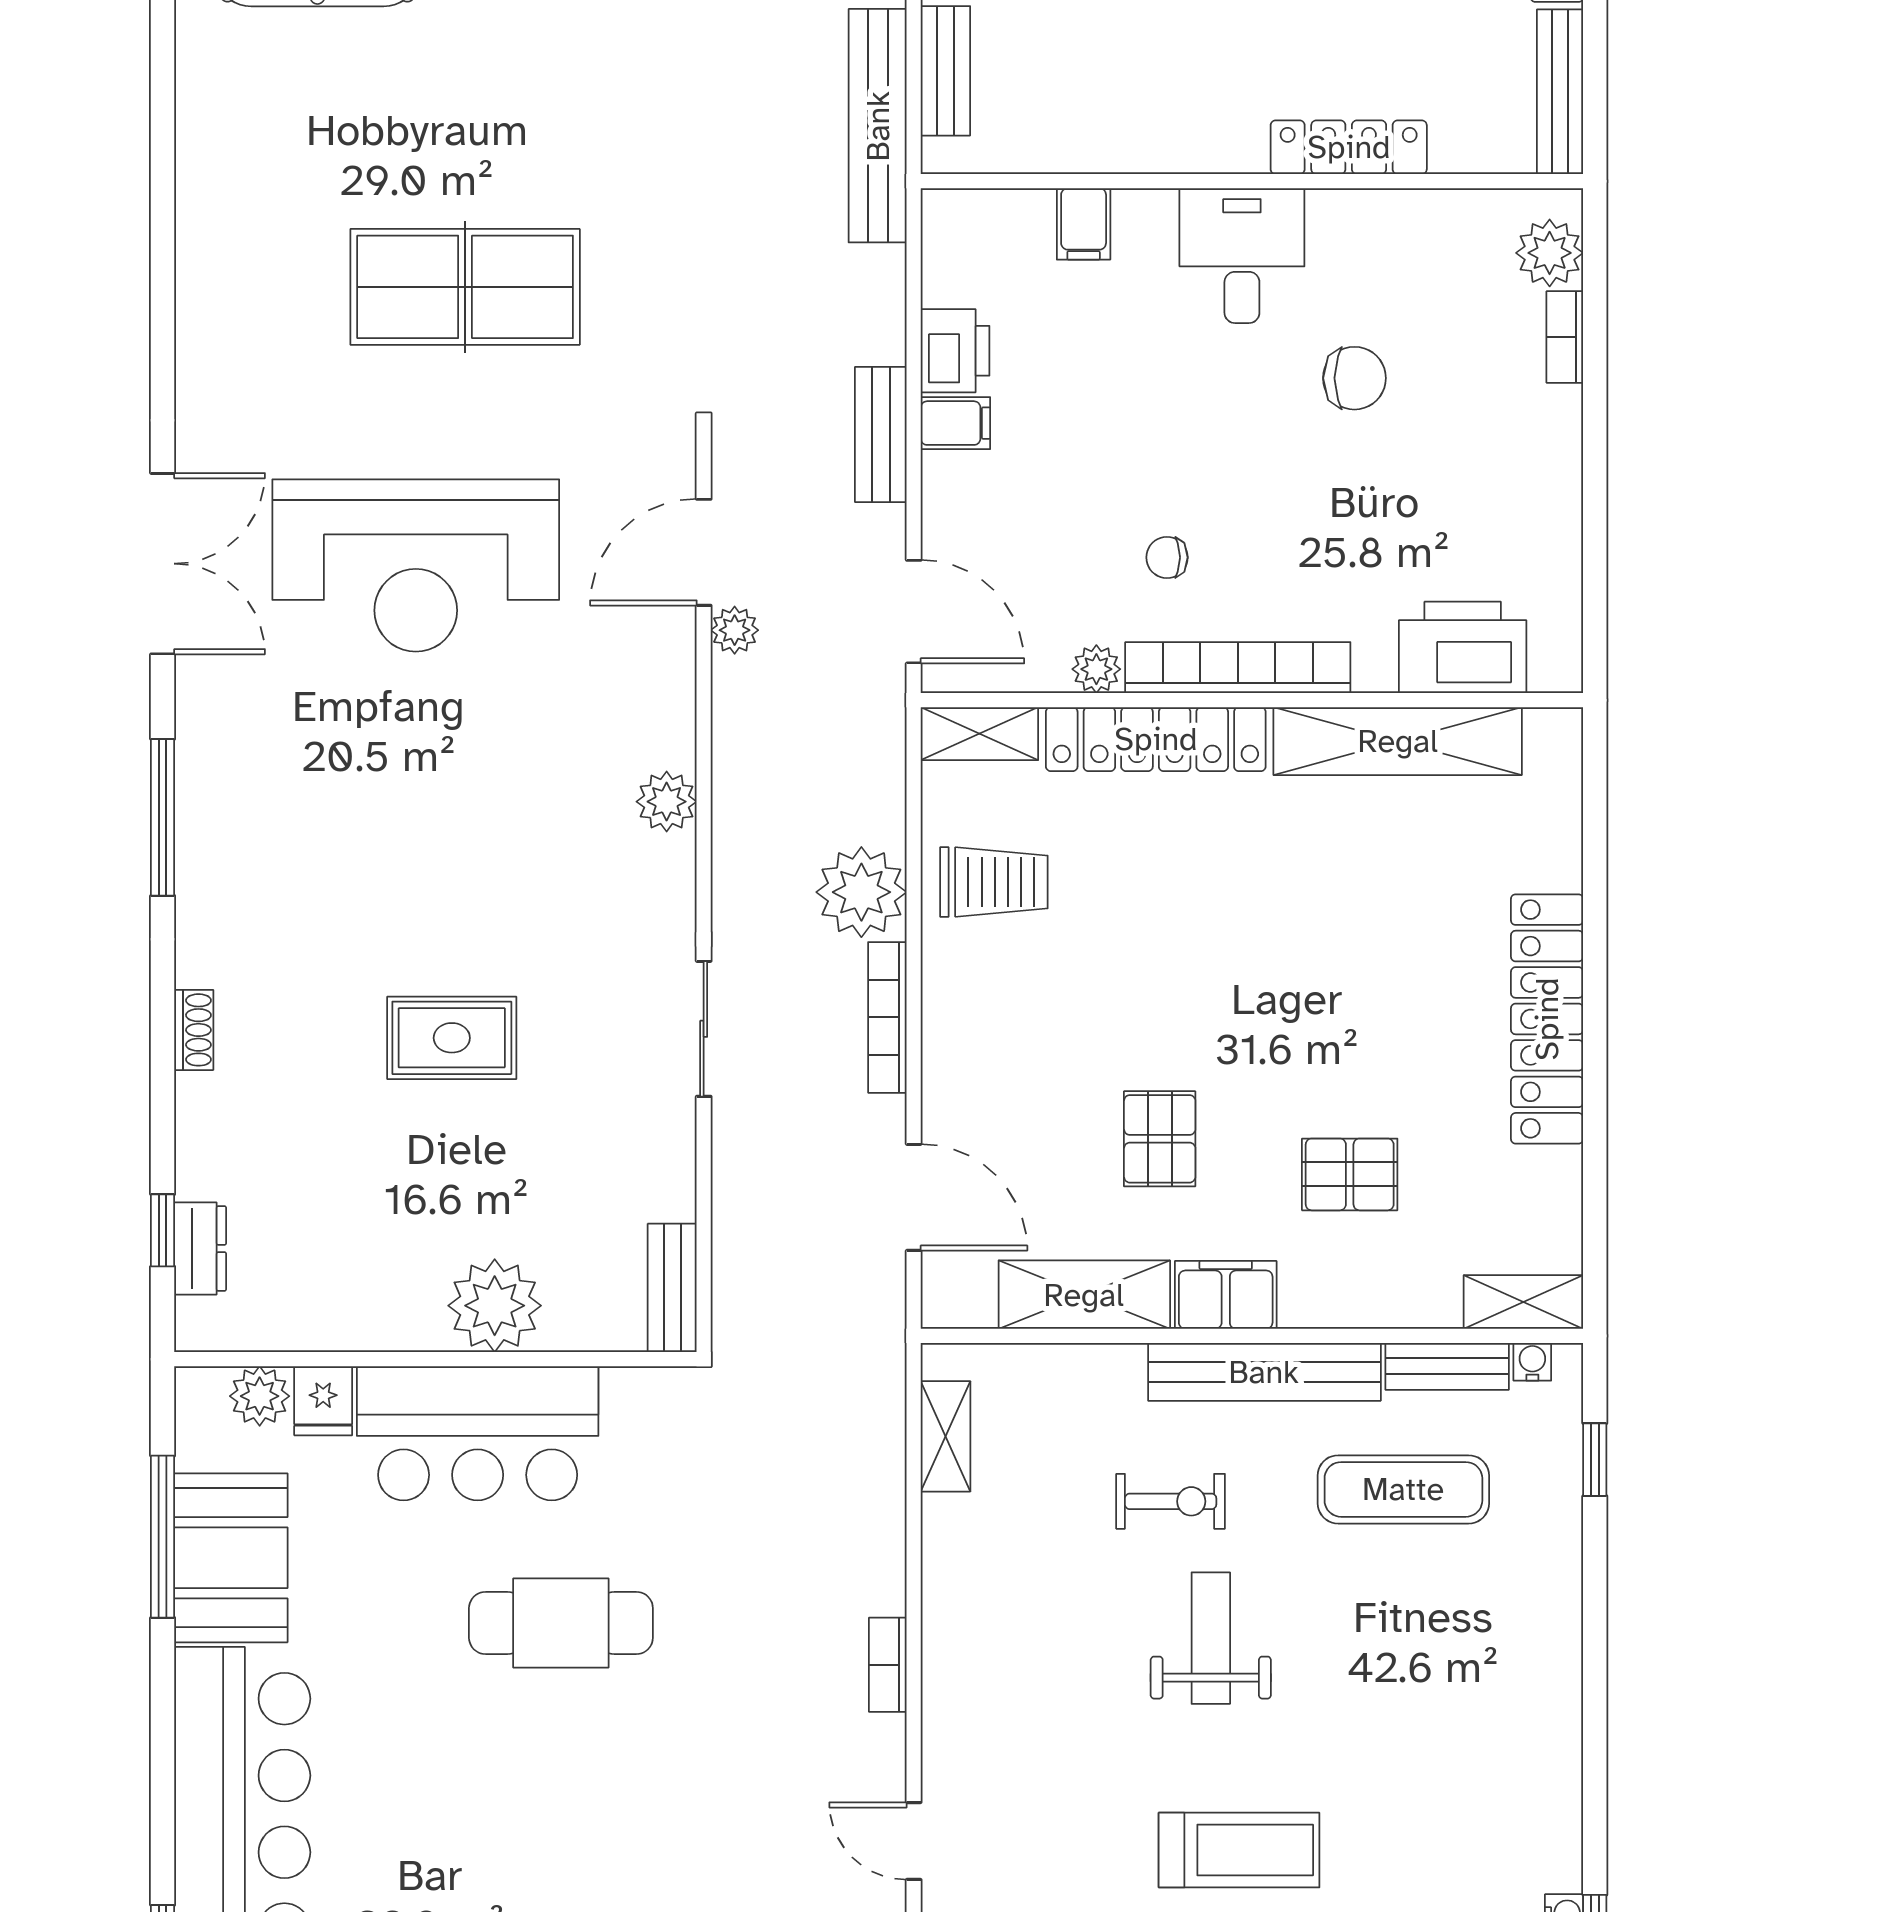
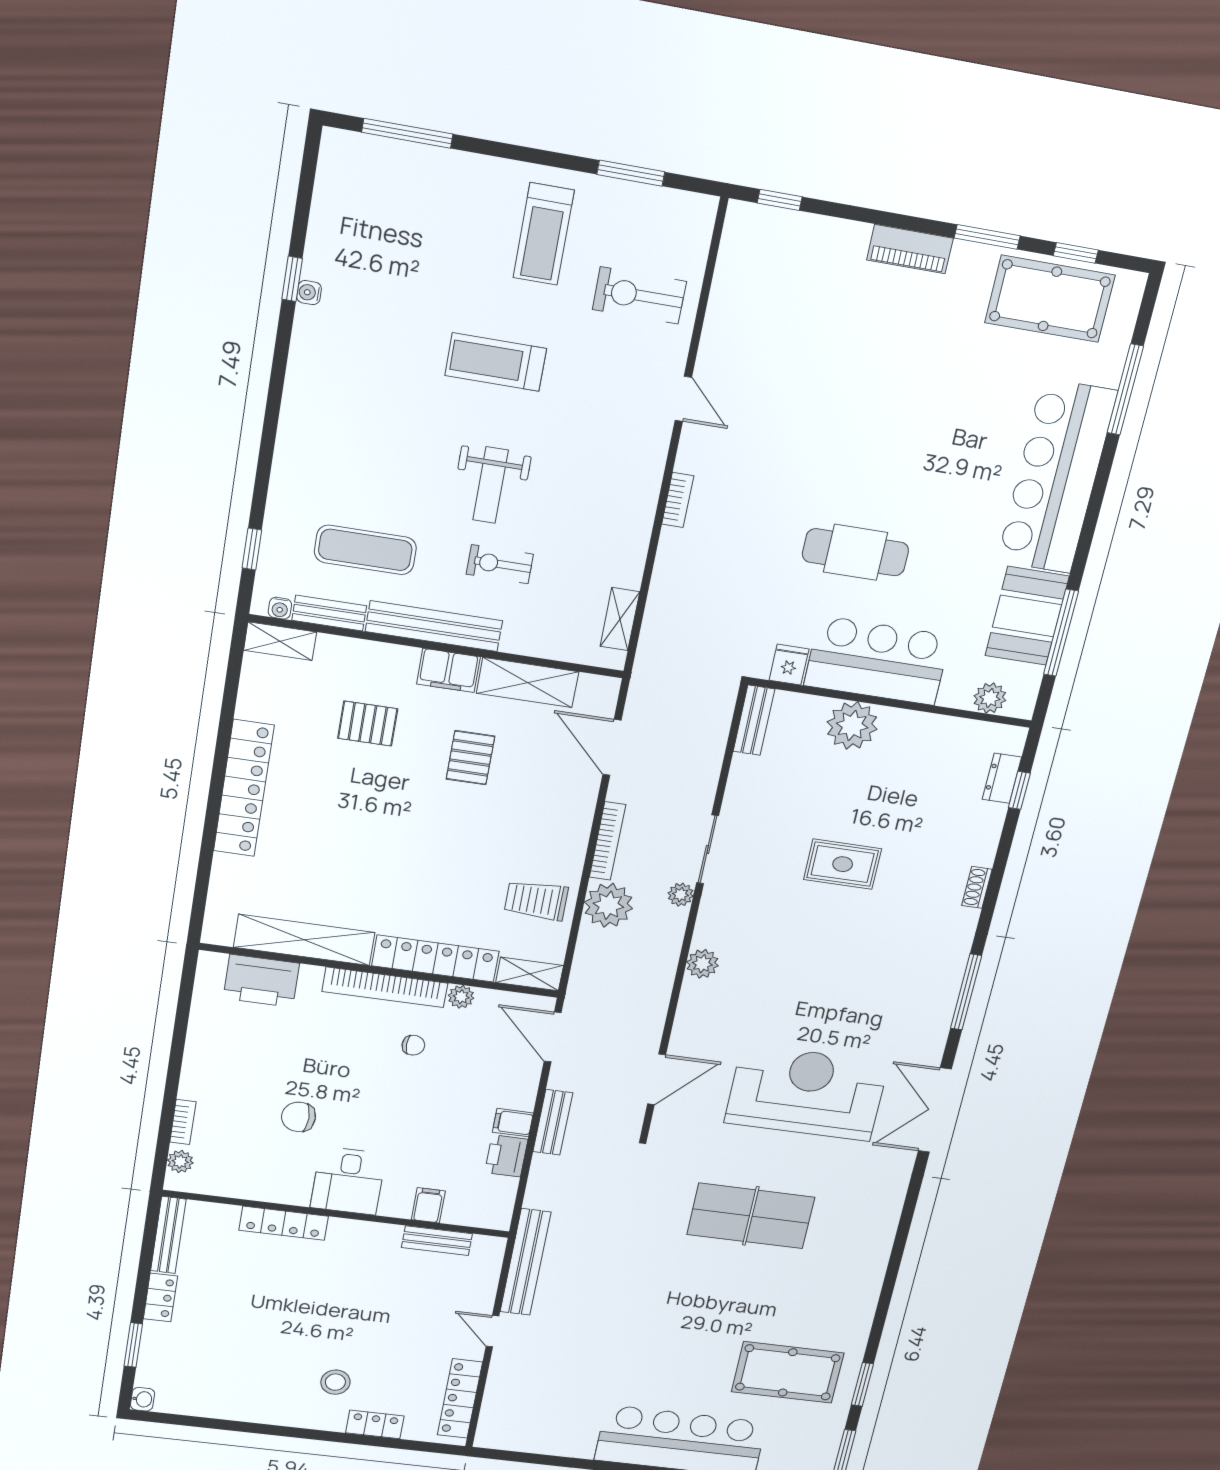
bench: (945, 71) -> (437, 1241), moved, turned 90
plant: (1550, 253) -> (180, 1161), width x0.73, depth x0.73
plant: (735, 630) -> (681, 895), moved
fridge: (323, 1401) -> (789, 665), moved

